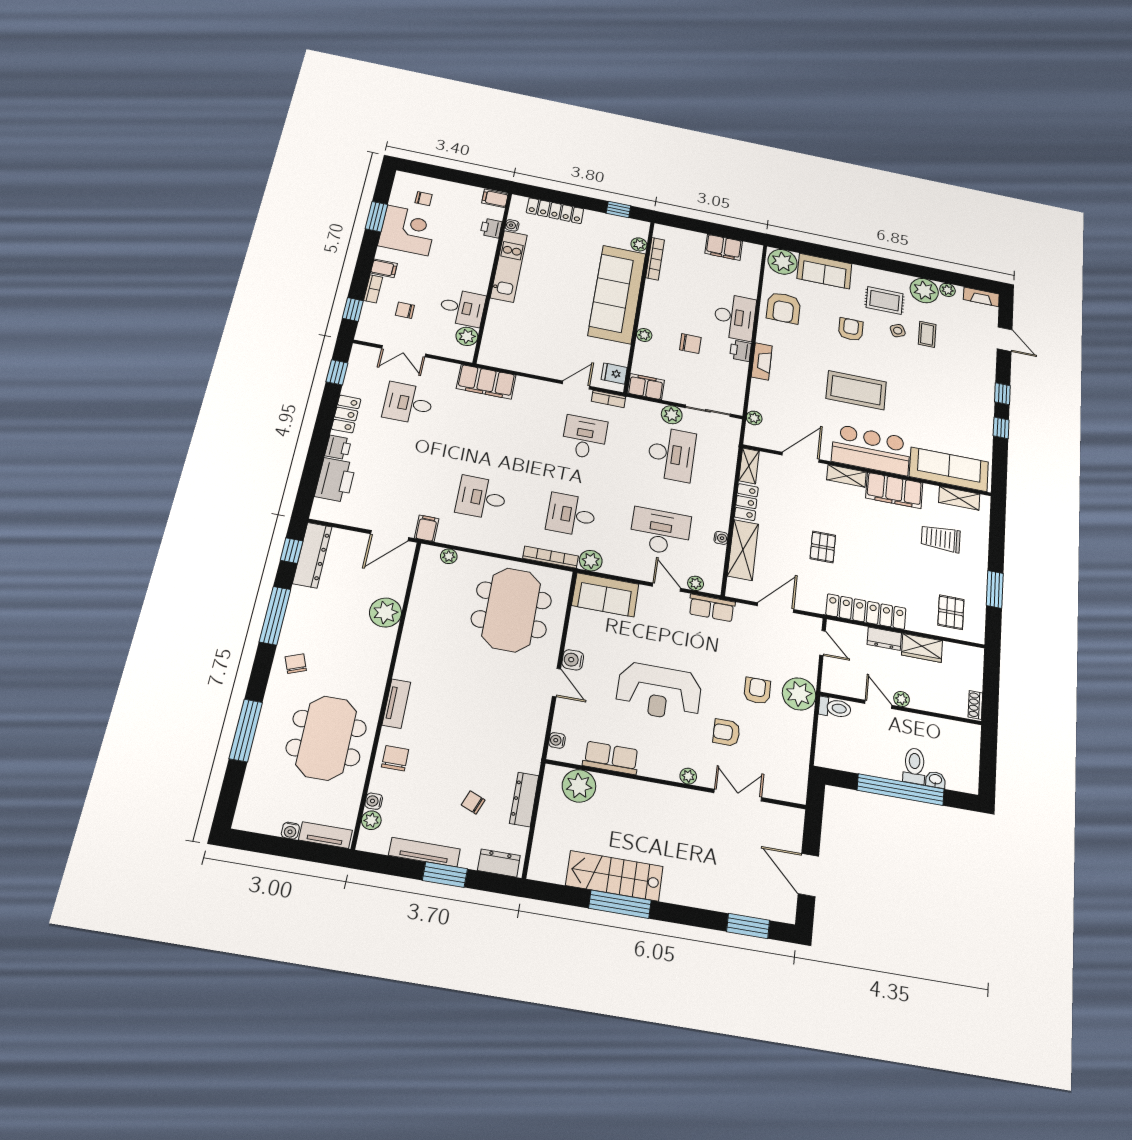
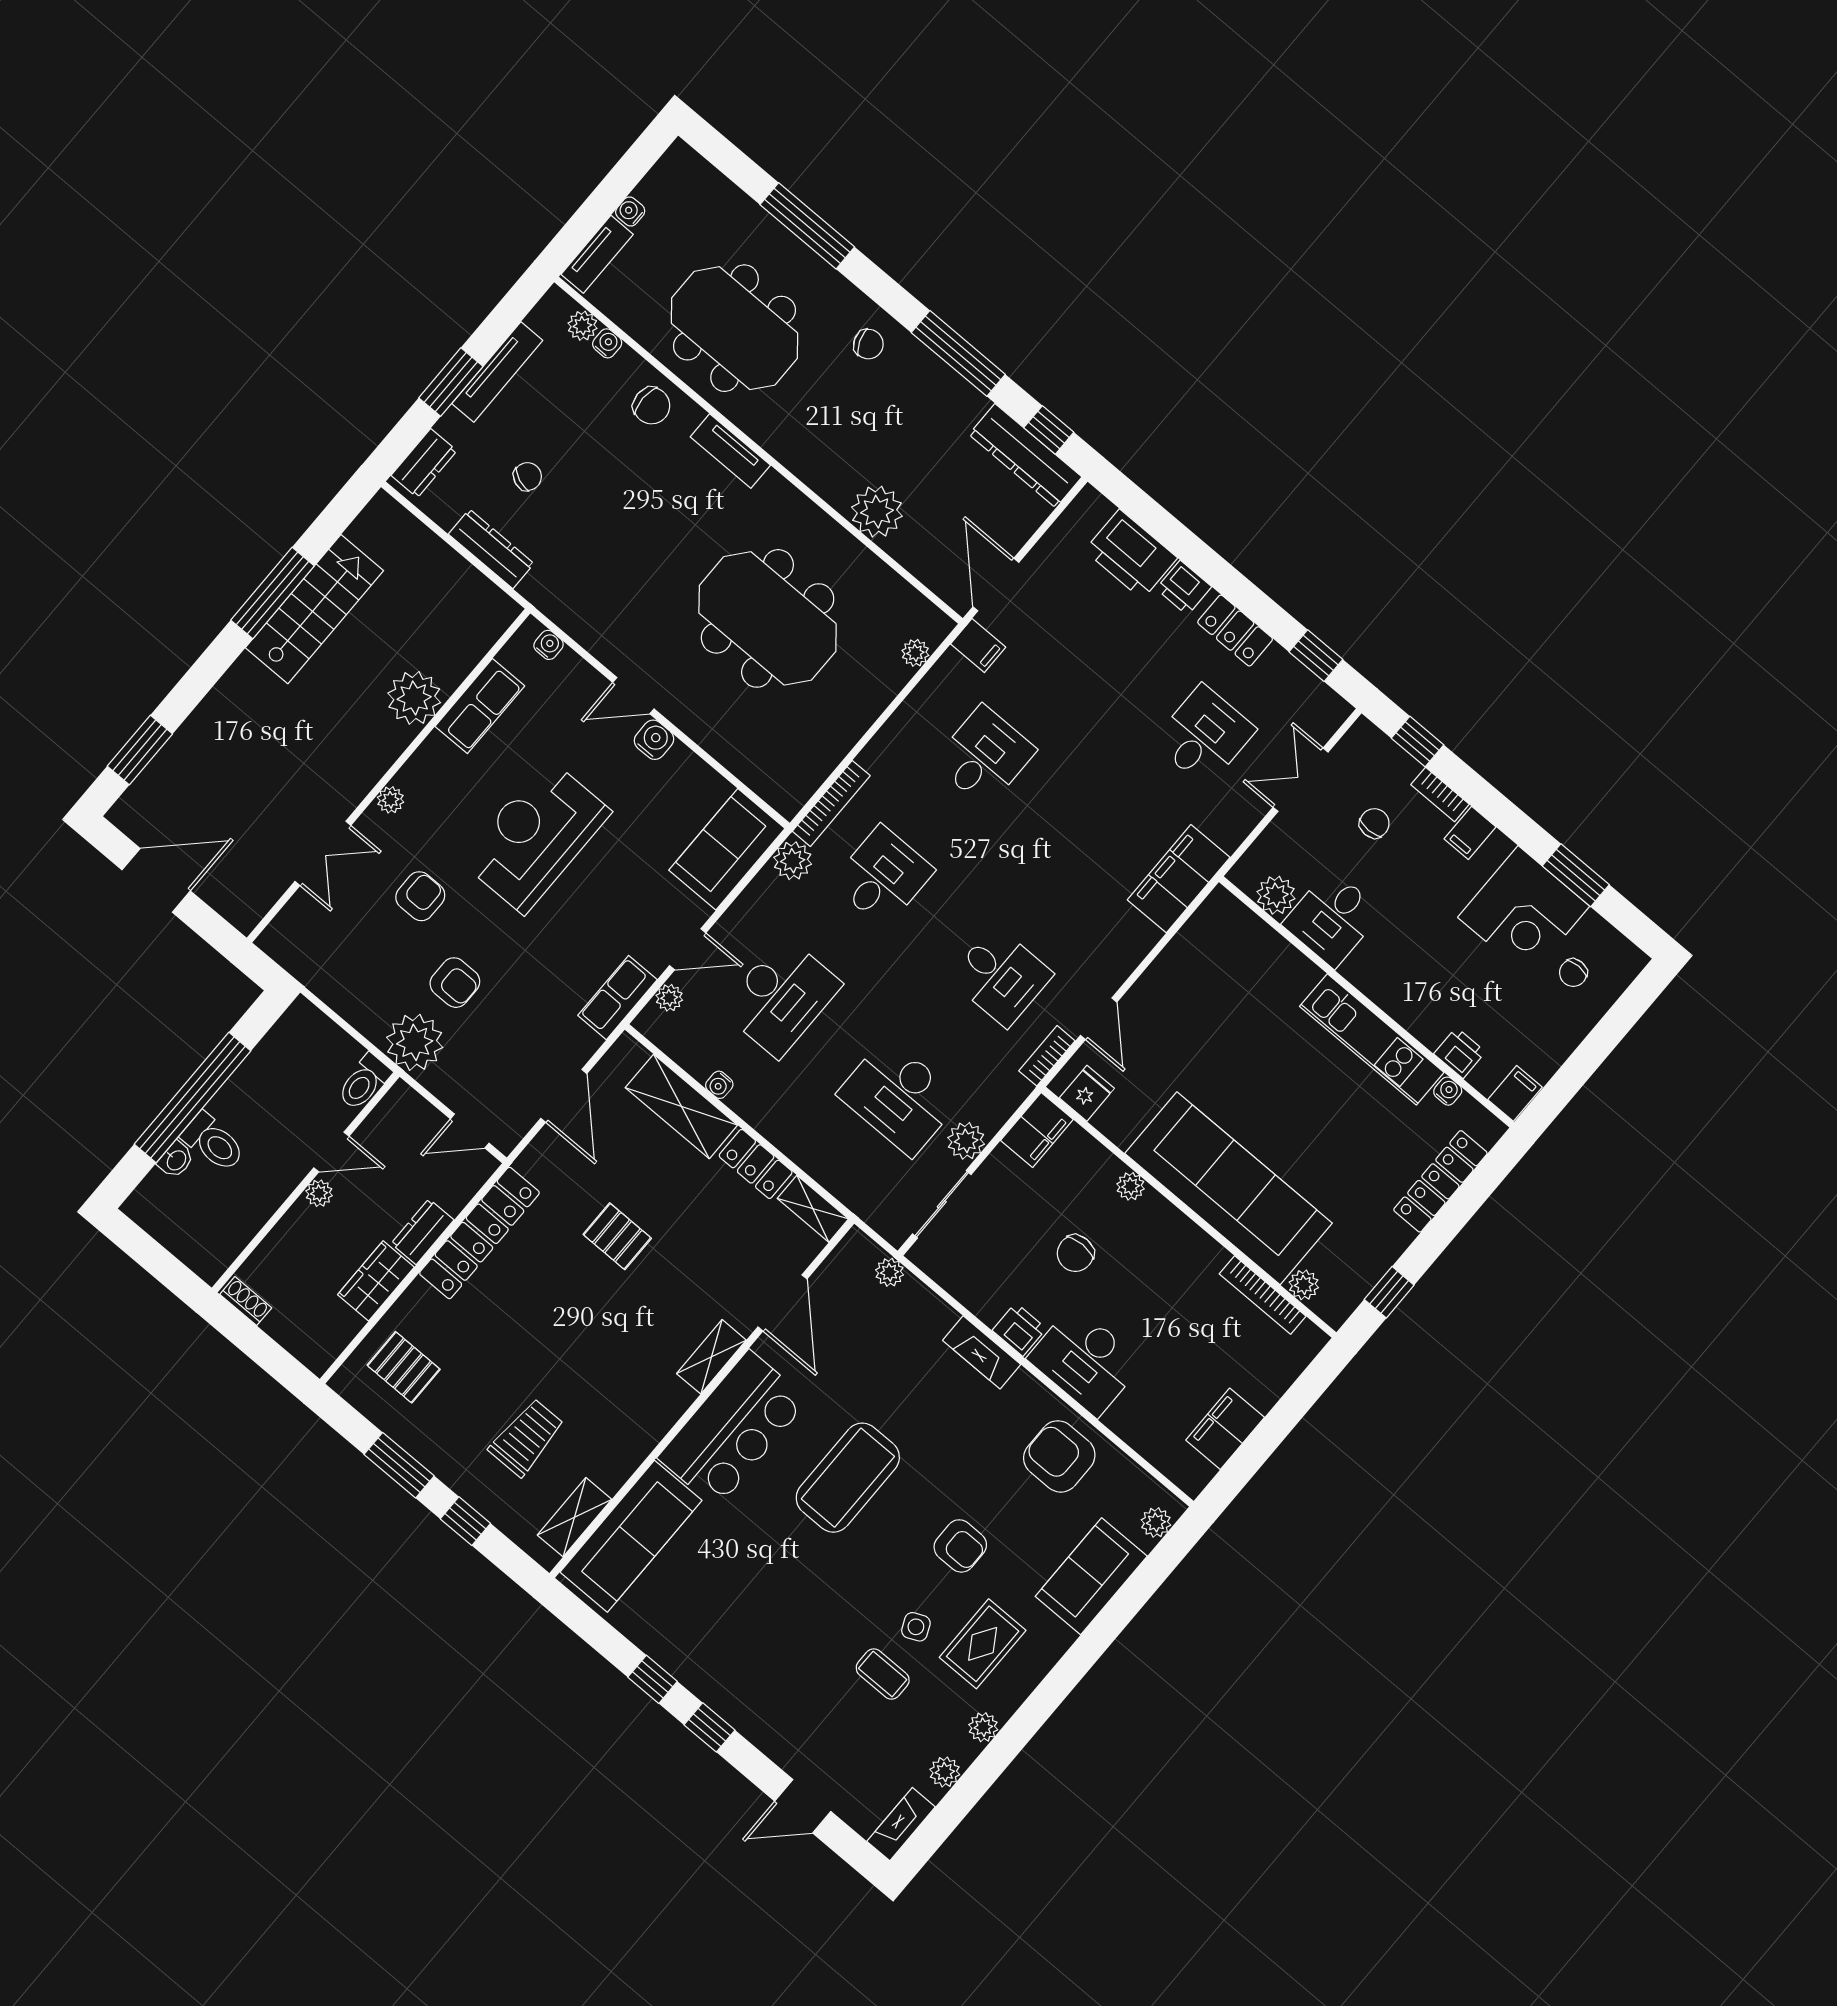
plant: (783, 262) -> (1156, 1522), width x0.53, depth x0.53
plant: (924, 291) -> (983, 1727), width x0.53, depth x0.53
filing cabinet: (894, 490) -> (645, 1418), removed
window: (996, 546) -> (465, 1521), added
meeting table: (511, 610) -> (768, 618), moved
plant: (579, 786) -> (414, 698), moved

